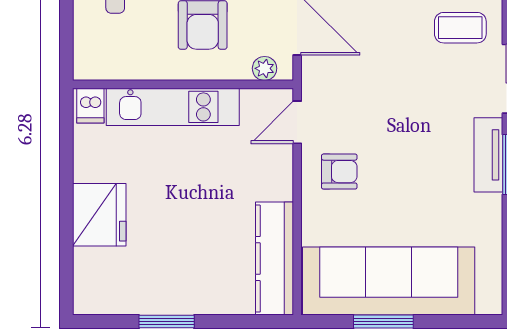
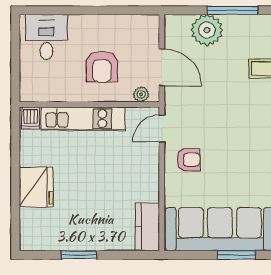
kitchen counter: (274, 259) -> (147, 227), width x0.67
window: (383, 322) -> (236, 255), moved

